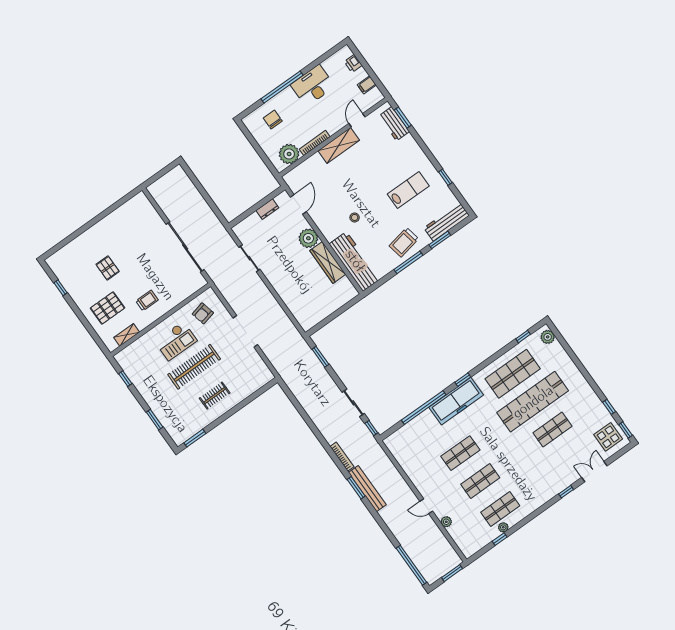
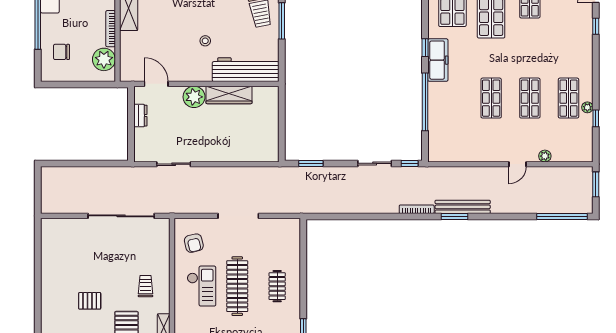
freezer: (456, 401) -> (438, 60), width x0.73, depth x0.79

